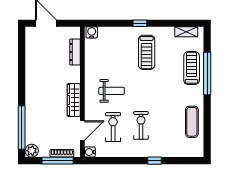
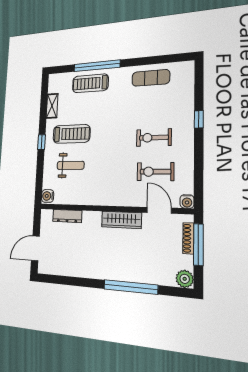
shelving: (186, 32) -> (52, 106), moved
weight bench: (112, 91) -> (71, 165), moved, turned 90
window: (22, 127) -> (130, 287), moved

